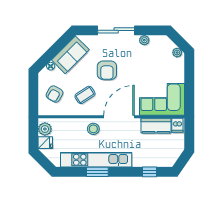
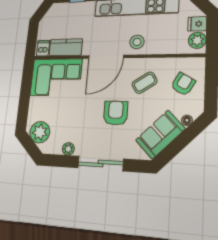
plant: (177, 53) -> (40, 132), width x1.88, depth x1.88

